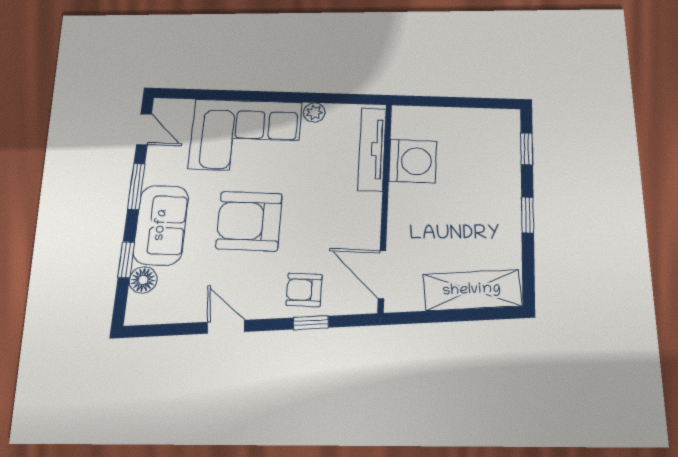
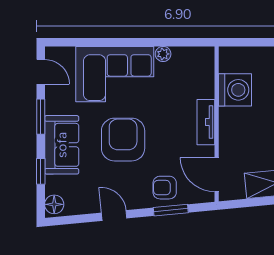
tv unit: (372, 149) -> (206, 122), moved, width x0.71
armchair: (249, 221) -> (123, 140), turned 90
floor lamp: (143, 280) -> (54, 204), moved
window: (311, 323) -> (171, 210), width x1.50

